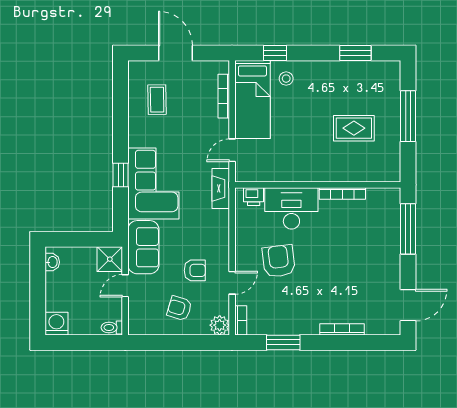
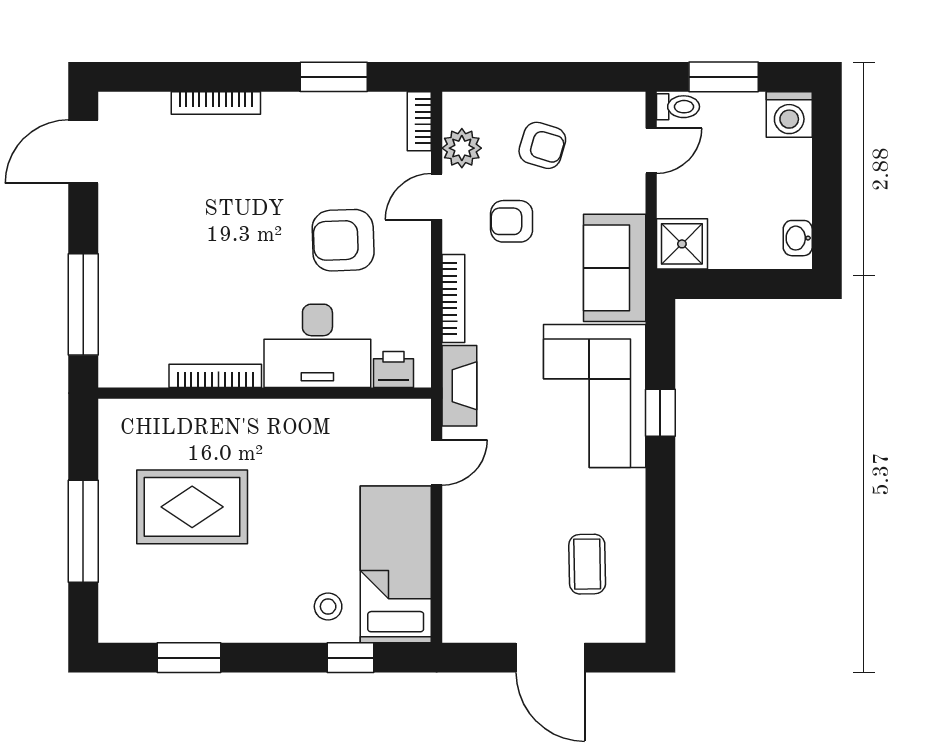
bookcase: (224, 96) -> (453, 298), moved
rug: (354, 128) -> (192, 507), width x1.36, depth x1.43
armchair: (279, 261) -> (343, 240), turned 95
door: (125, 286) -> (651, 151), moved
plant: (220, 325) -> (462, 148), moved
window: (89, 342) -> (724, 77), added

